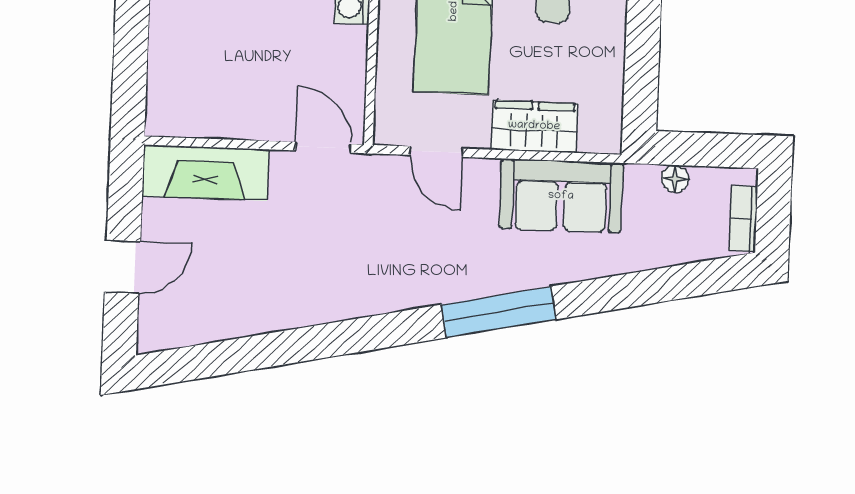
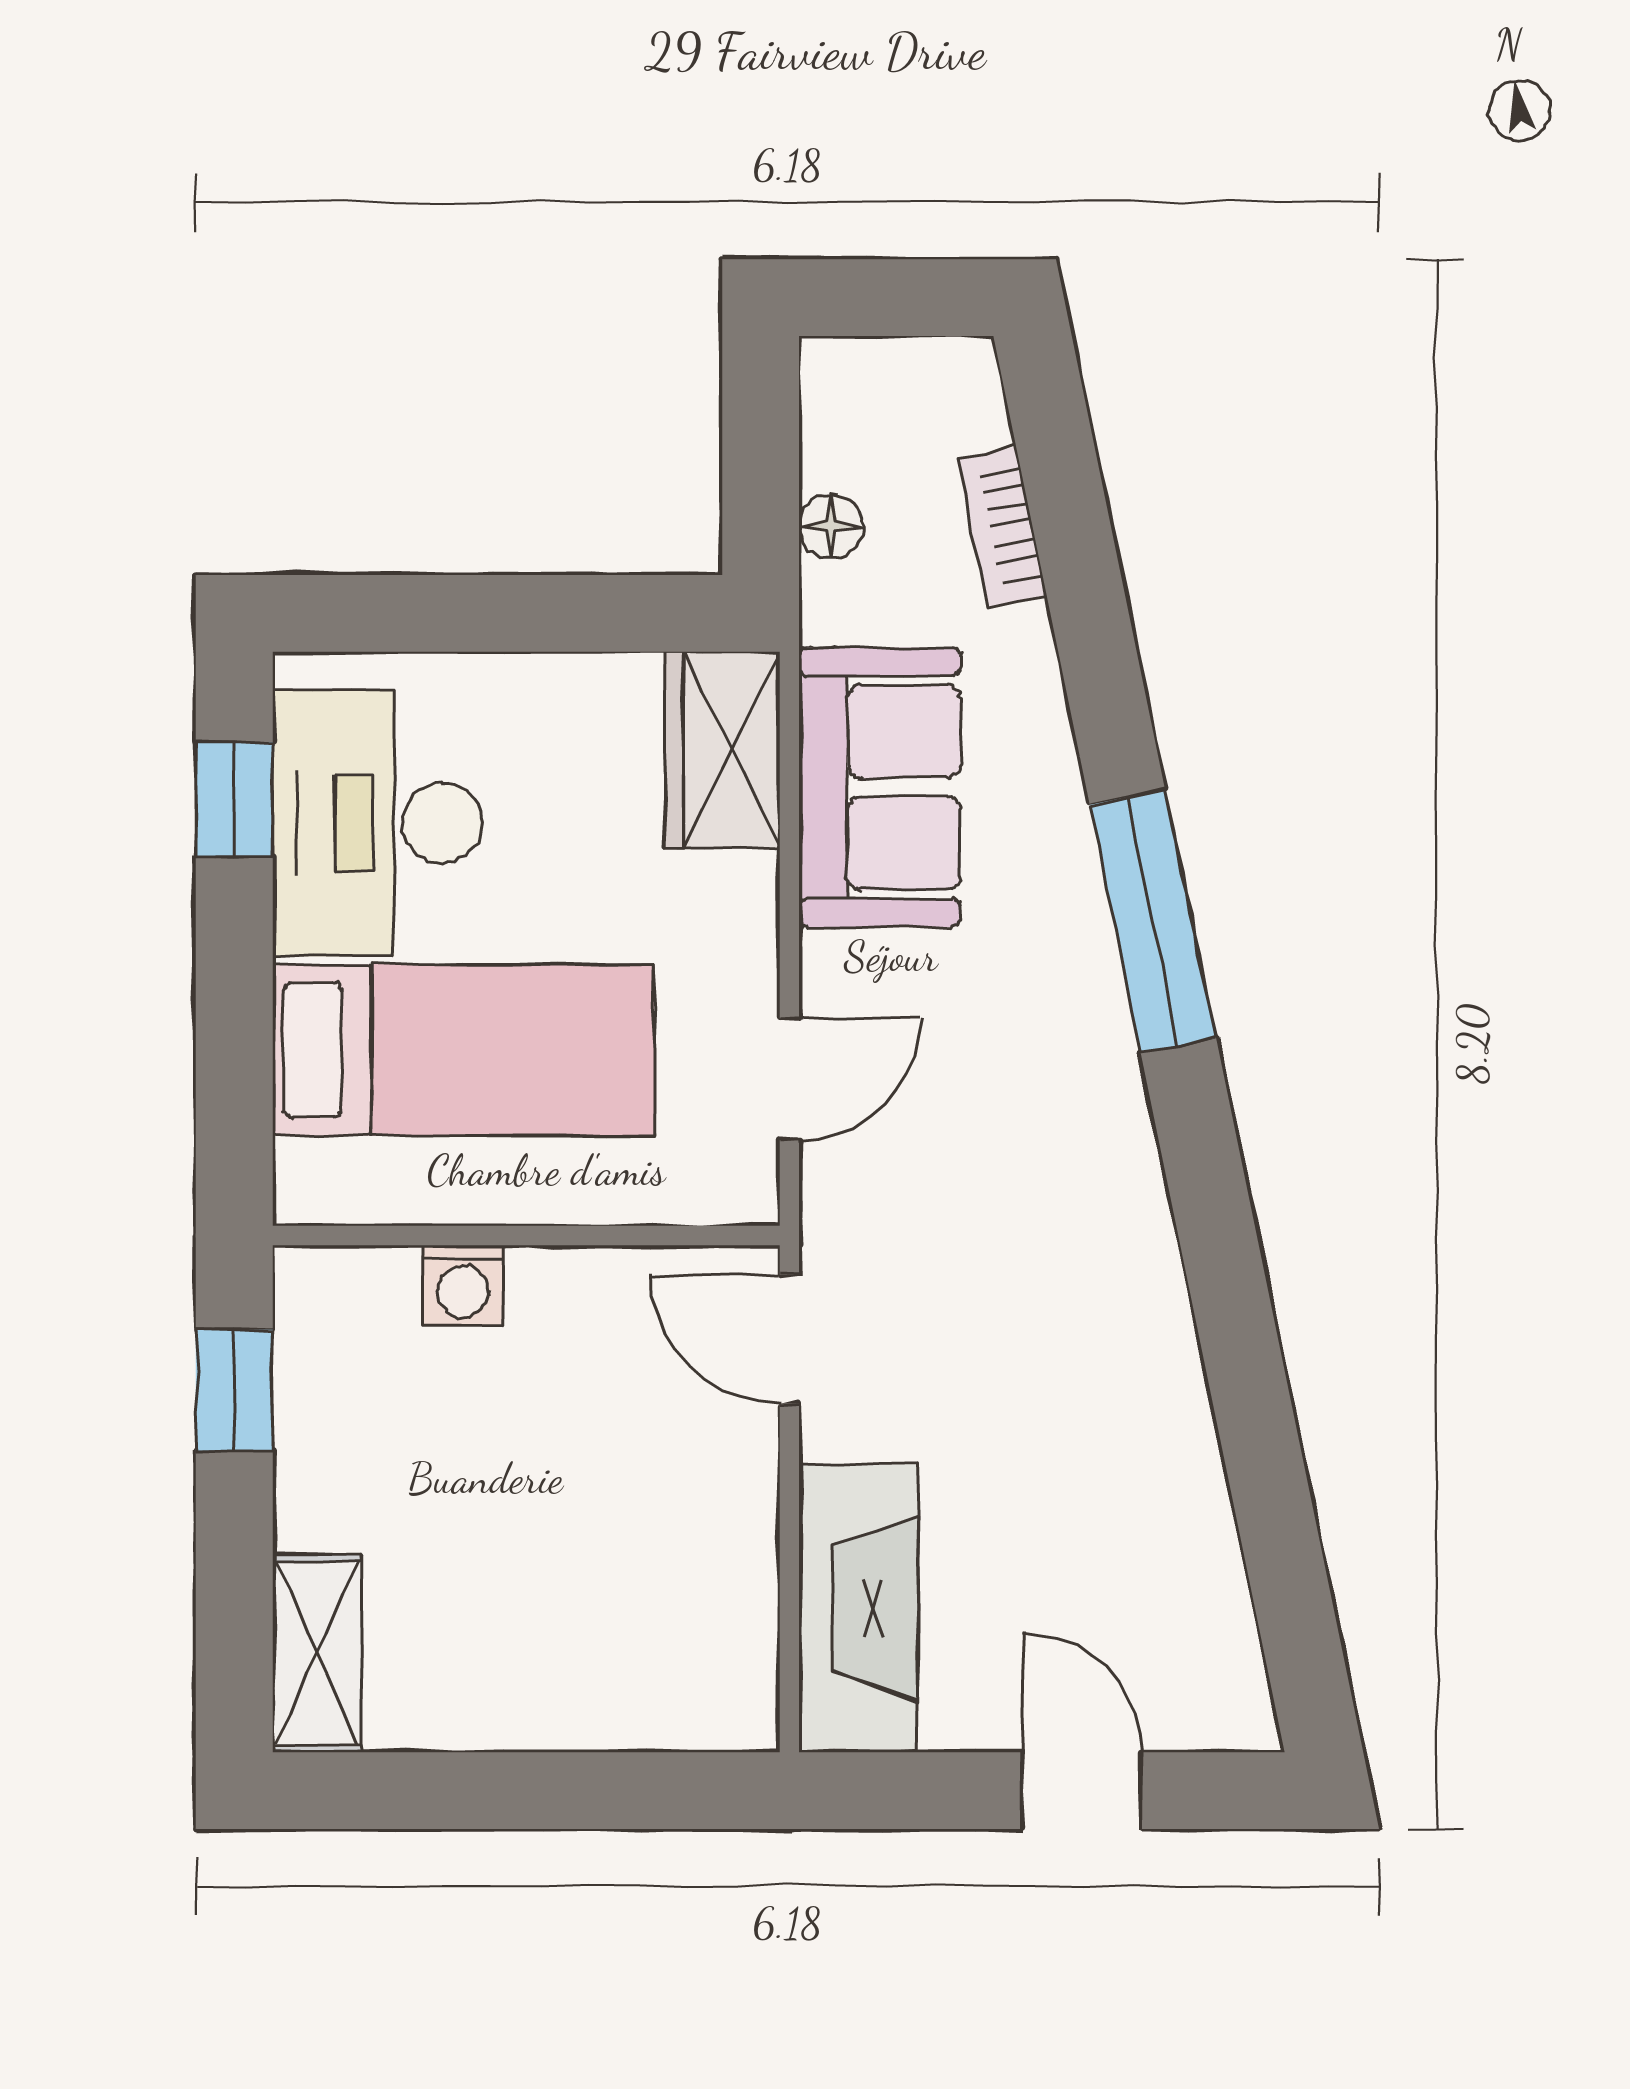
wardrobe: (534, 126) -> (723, 750), moved
door: (323, 147) -> (789, 1339), hinge flipped
bookcase: (743, 218) -> (1002, 527), moved, turned 78

